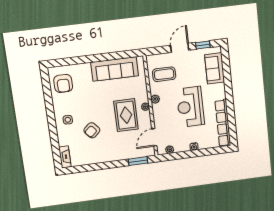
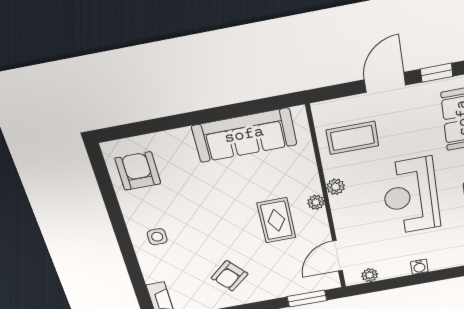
armchair: (63, 83) -> (138, 171), turned 180
rug: (126, 115) -> (276, 220), width x0.73, depth x0.70
armchair: (92, 130) -> (230, 276), moved

